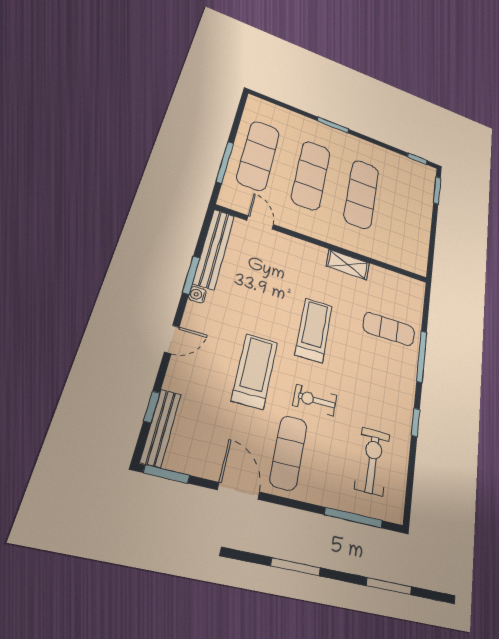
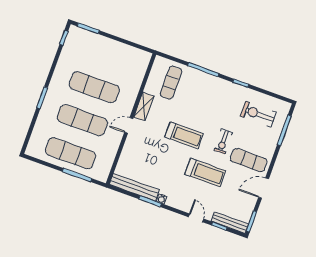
door: (260, 222) -> (129, 125), moved
exercise mat: (389, 329) -> (171, 83), moved
treadmill: (314, 330) -> (184, 135), turned 180
door: (172, 339) -> (196, 218), moved
treadmill: (255, 371) -> (205, 173), turned 180

